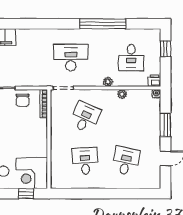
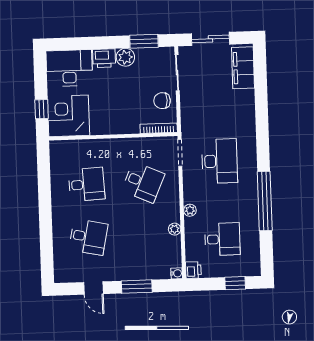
desk: (131, 58) -> (222, 239), turned 180

